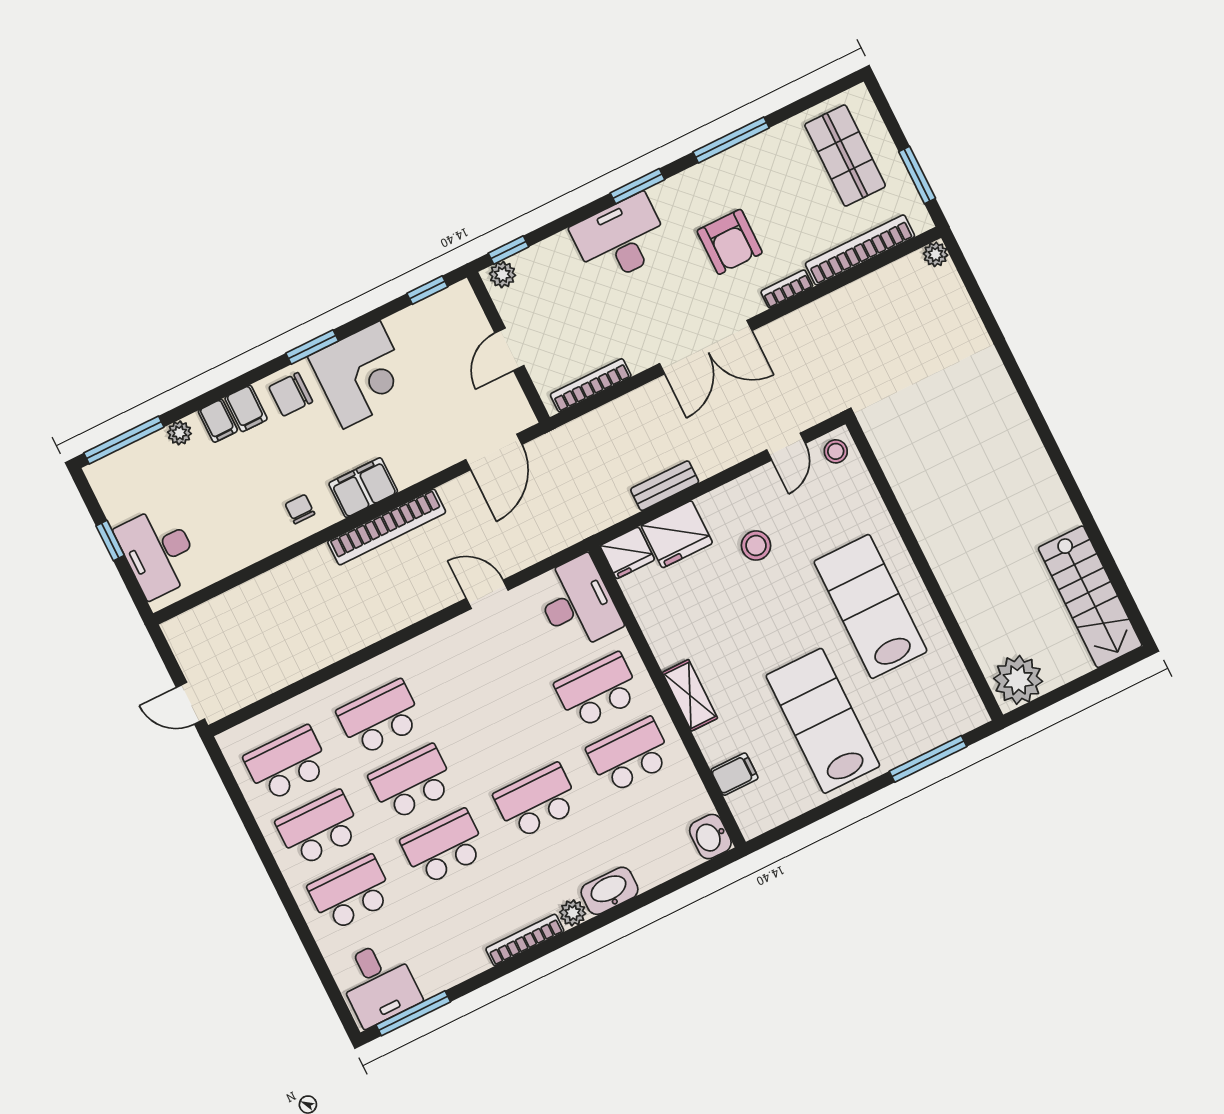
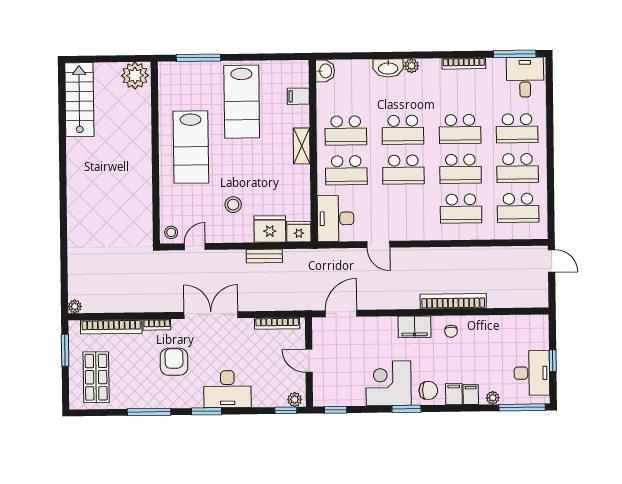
door: (509, 349) -> (309, 361), swing flipped
bookcase: (387, 527) -> (453, 301), moved
desk: (158, 552) -> (532, 373), moved
school desk: (505, 737) -> (403, 170), added
bookcase: (525, 940) -> (464, 63), moved

